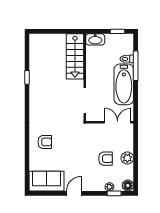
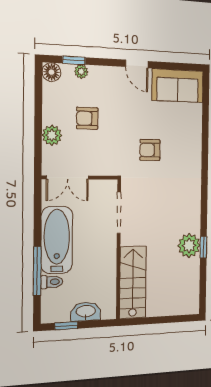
washbasin: (95, 39) -> (86, 312), moved
plant: (37, 79) -> (189, 246), added
armchair: (45, 142) -> (150, 150), moved
plant: (127, 158) -> (52, 135), moved
door: (74, 193) -> (137, 64), hinge flipped

